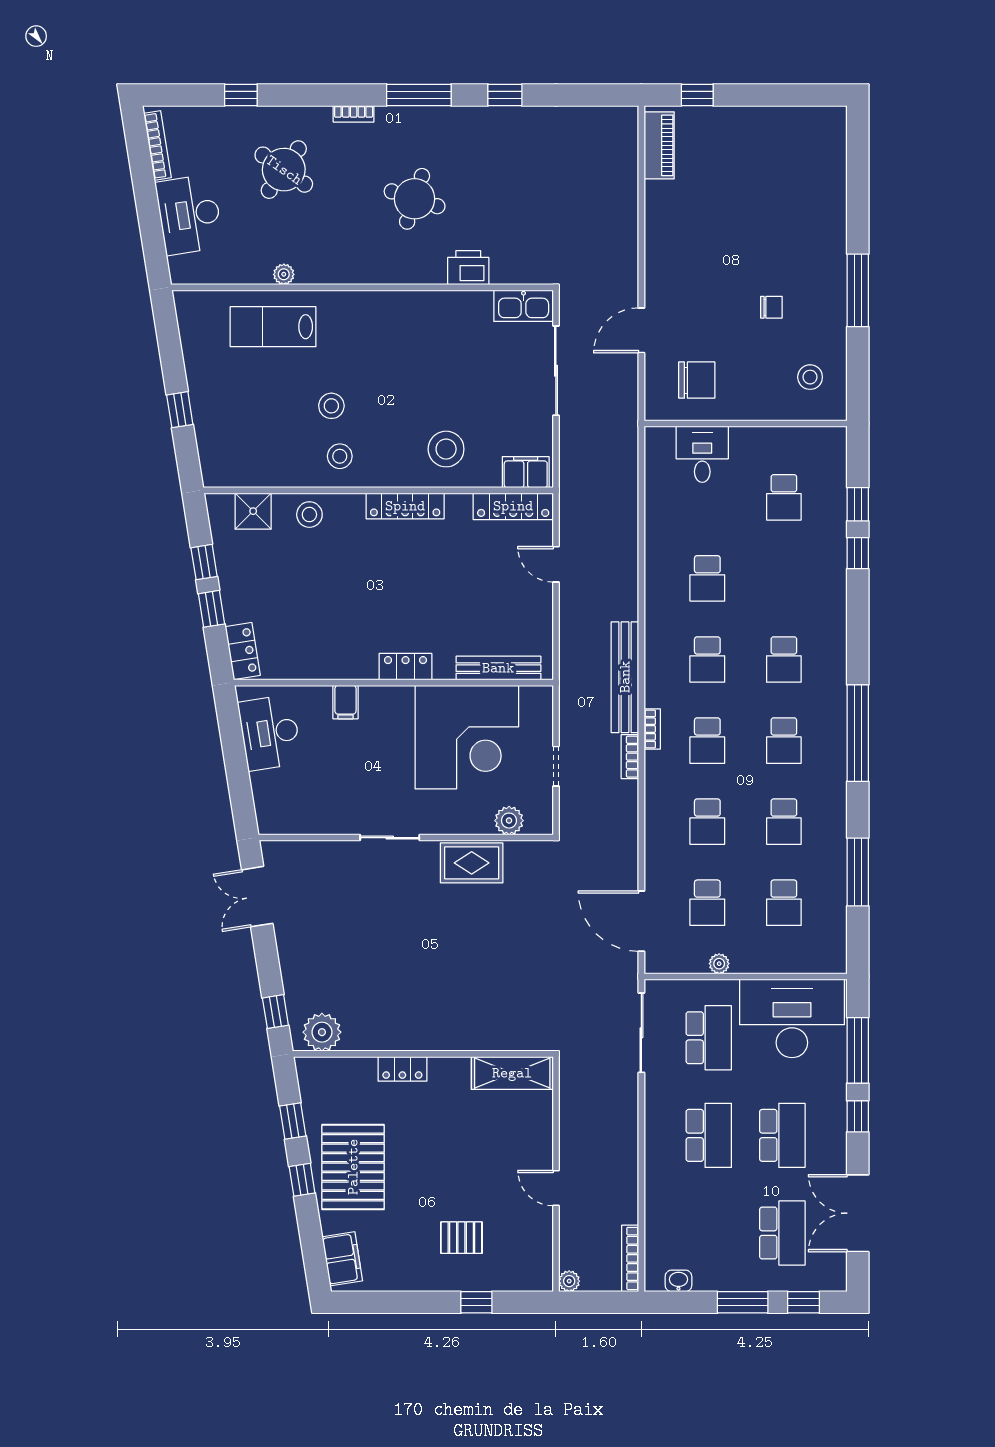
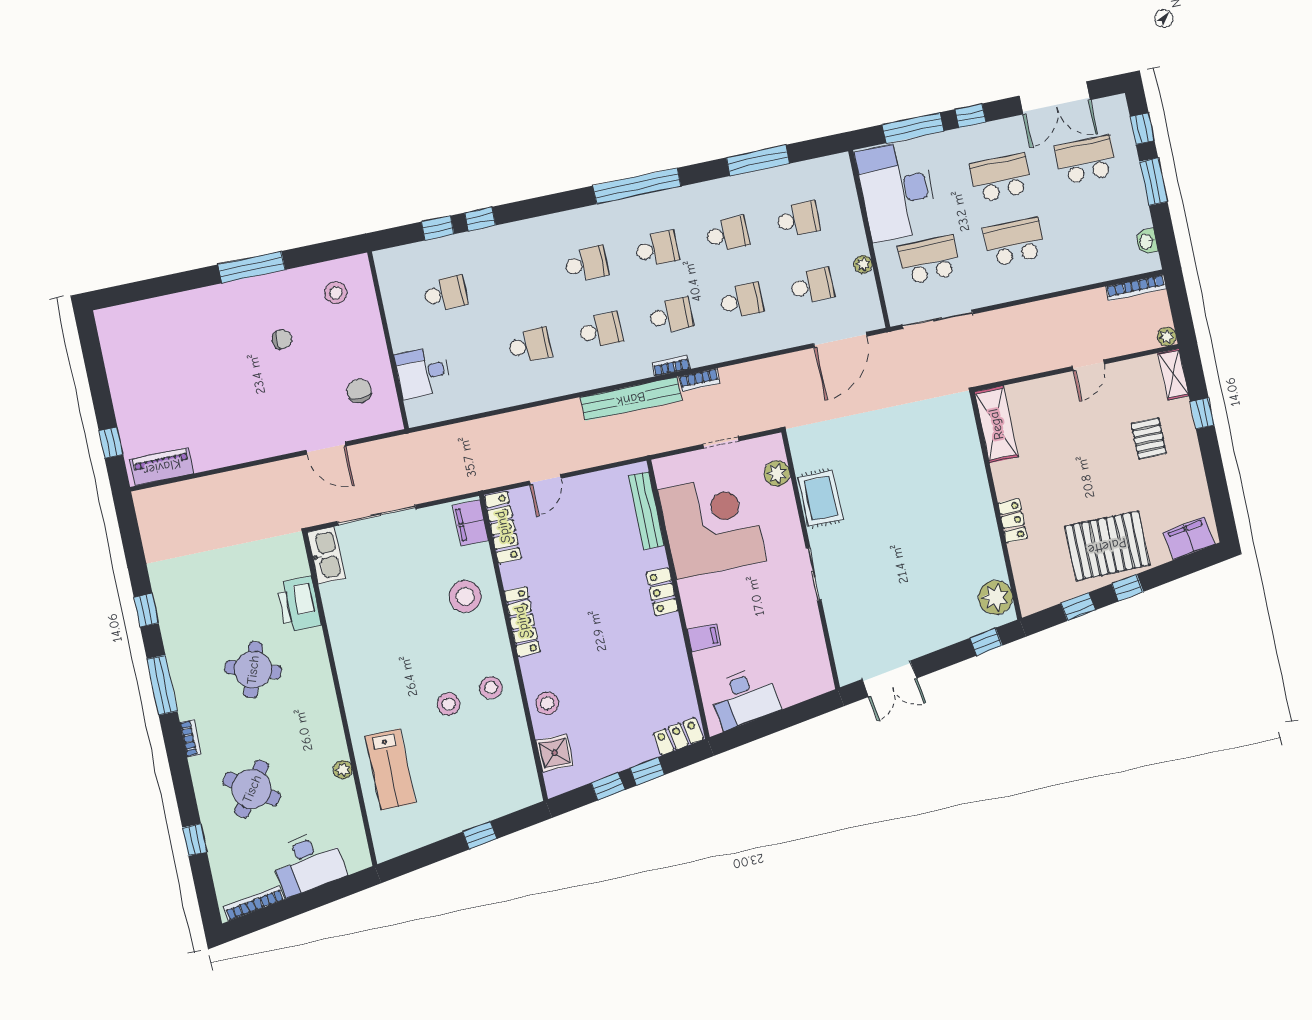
printer: (468, 268) -> (299, 604), width x1.37, depth x1.19
chair: (771, 307) -> (282, 339), turned 90
chair: (697, 380) -> (359, 391), width x0.73, depth x0.73
shelving: (526, 1279) -> (1173, 374), added

